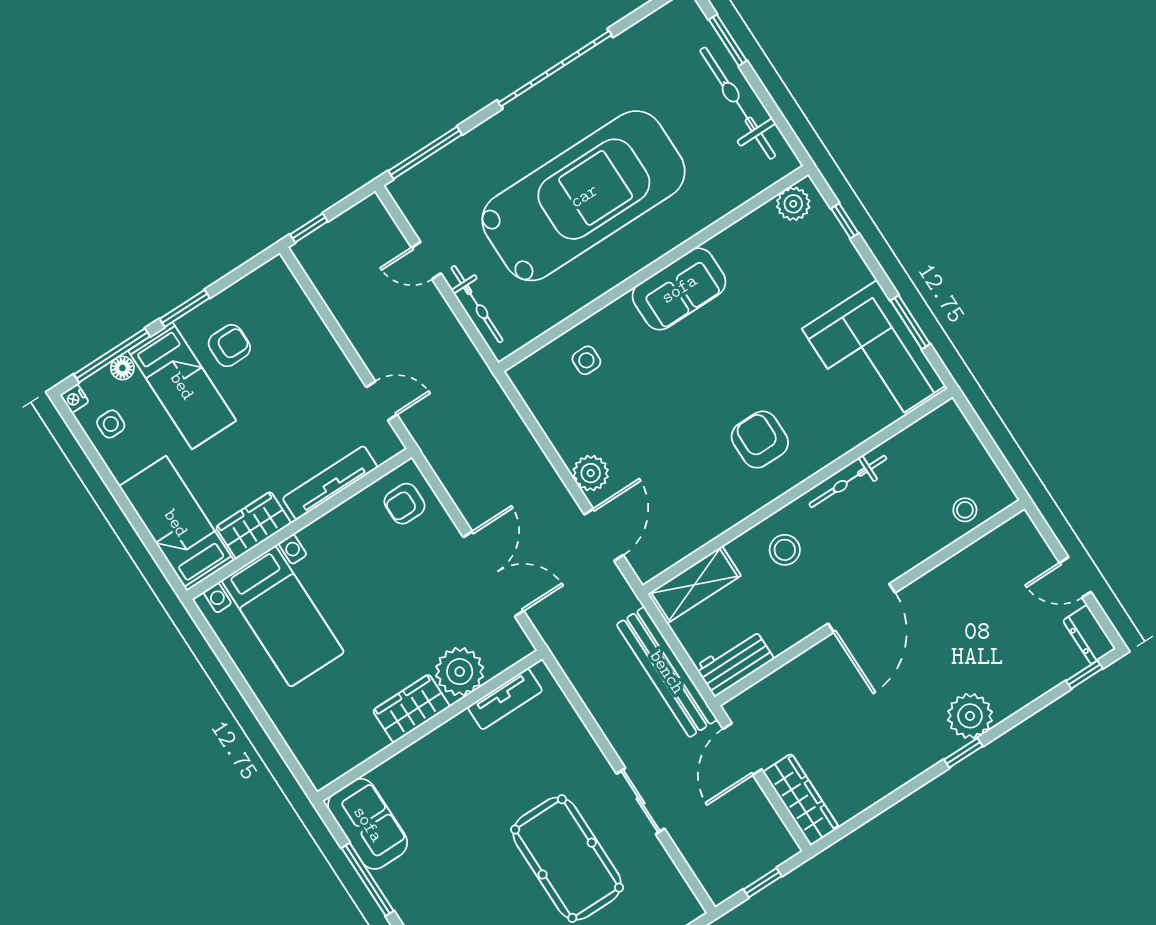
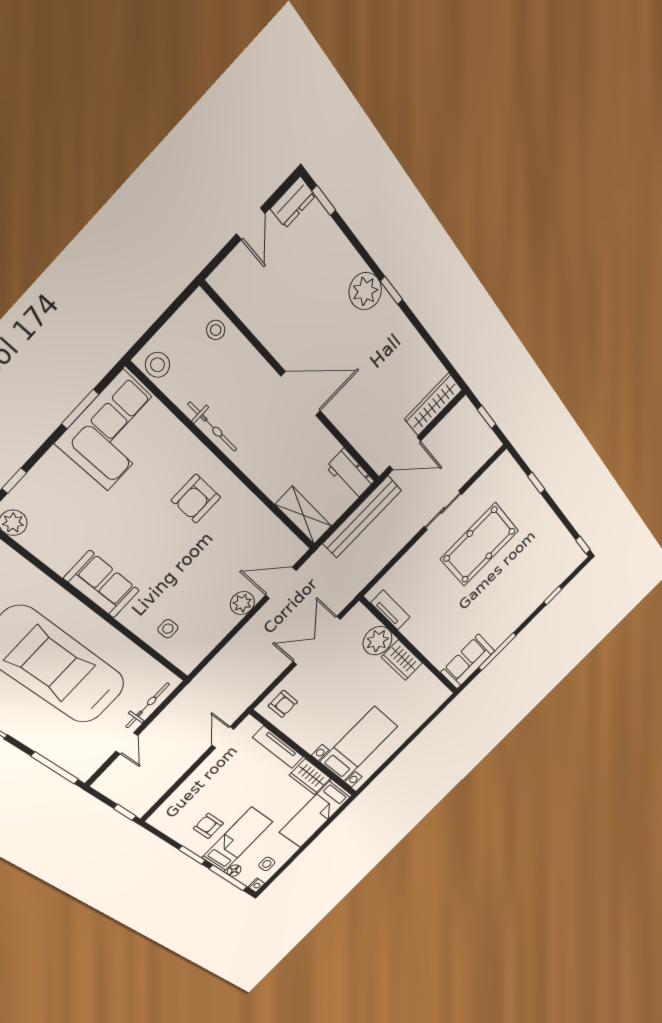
stool: (785, 550) -> (157, 365), moved

